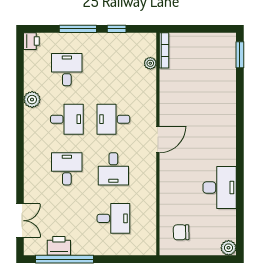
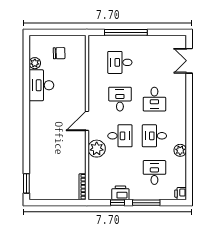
plant: (150, 63) -> (97, 149), moved, width x1.87, depth x1.87
desk: (67, 70) -> (154, 172), turned 180
chair: (181, 232) -> (59, 53), moved
printer: (59, 246) -> (120, 193), moved, turned 180
plant: (229, 248) -> (35, 63), moved
window: (65, 259) -> (126, 32), moved

